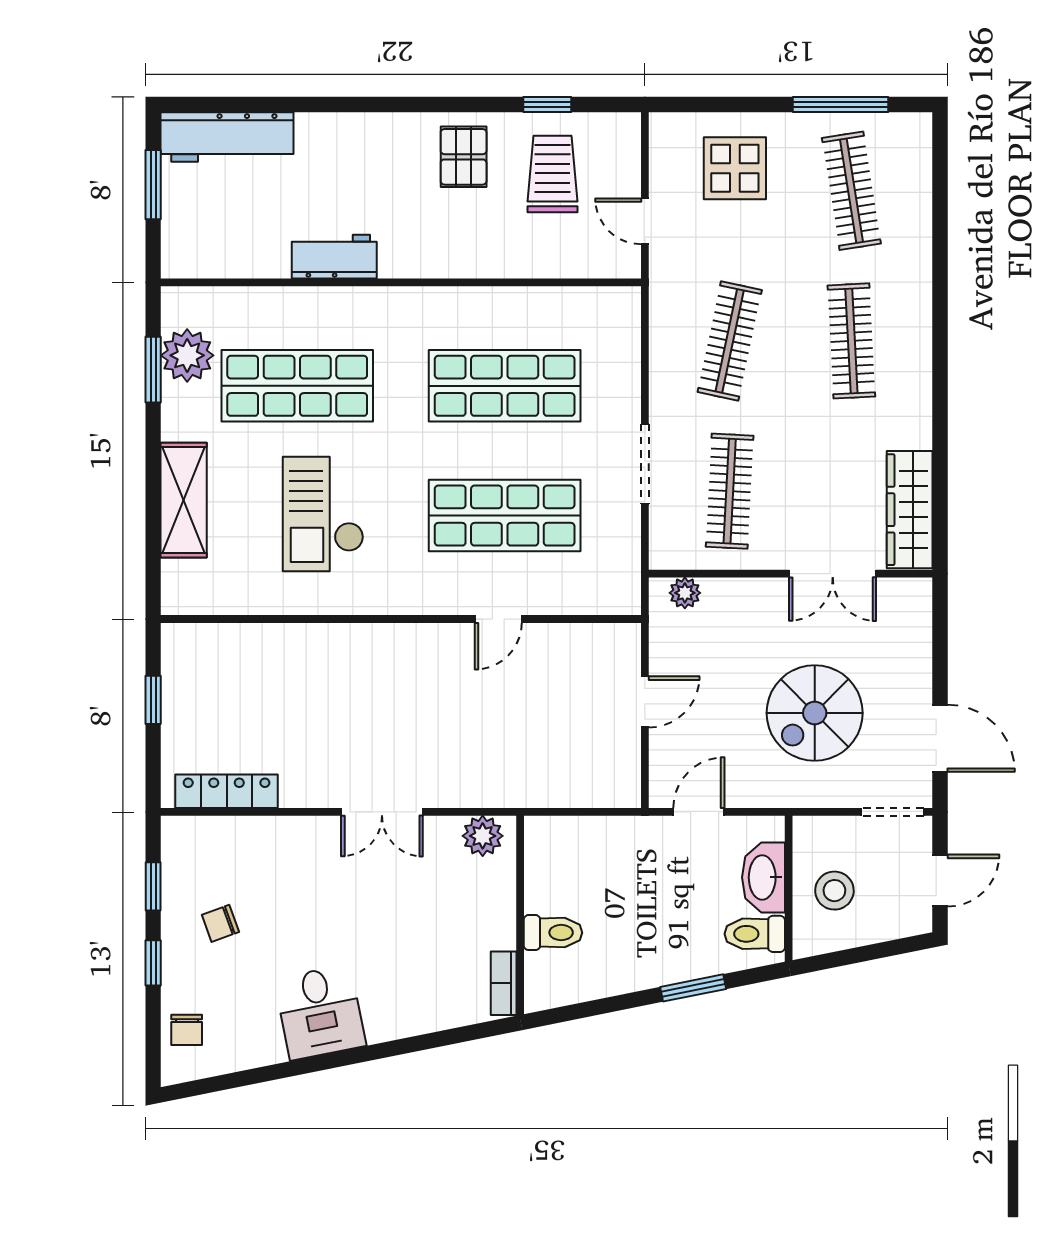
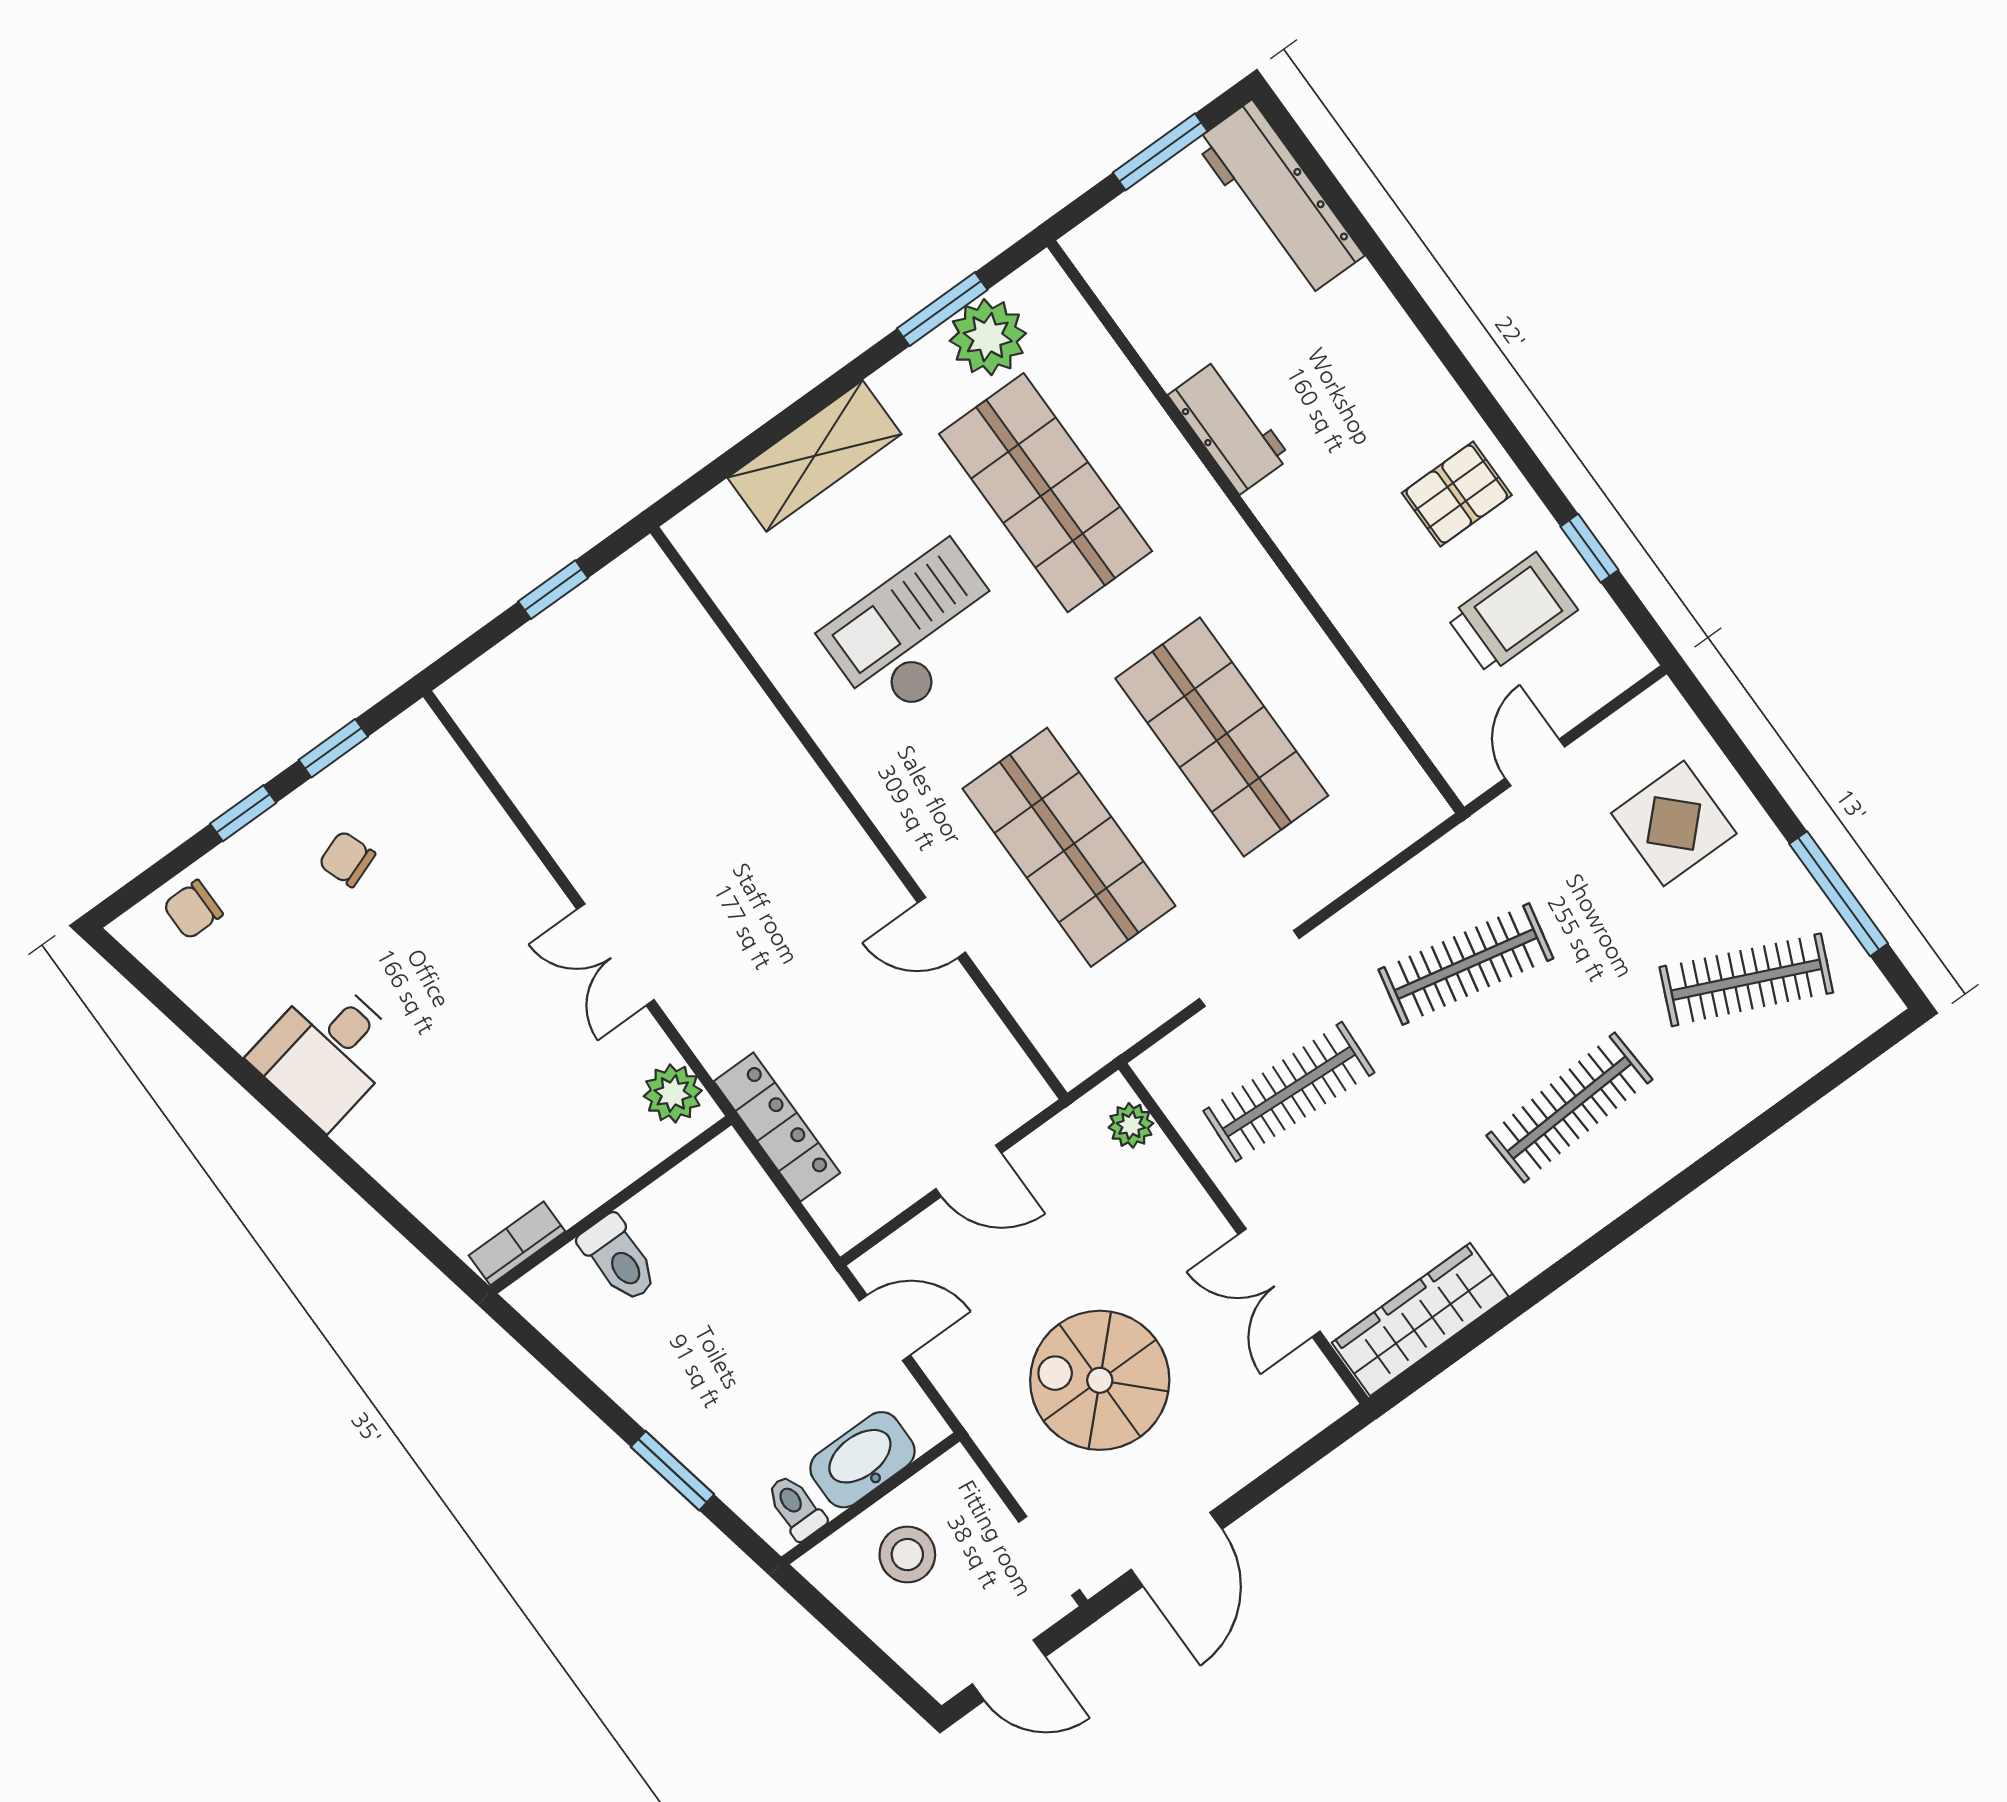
clothes rail: (851, 191) -> (1746, 980), turned 33
locker: (227, 791) -> (777, 1127), moved
toilet: (755, 934) -> (796, 1507), width x0.73, depth x0.72

